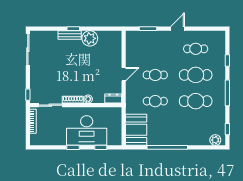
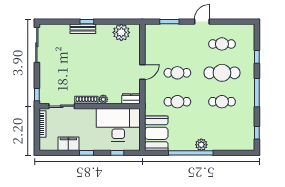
plant: (90, 38) -> (121, 32), moved
cafe table: (196, 101) -> (222, 102), width x0.73, depth x0.74
desk: (87, 131) -> (118, 125), moved, turned 180
filing cabinet: (57, 139) -> (68, 144), added
plant: (215, 140) -> (201, 145), moved

